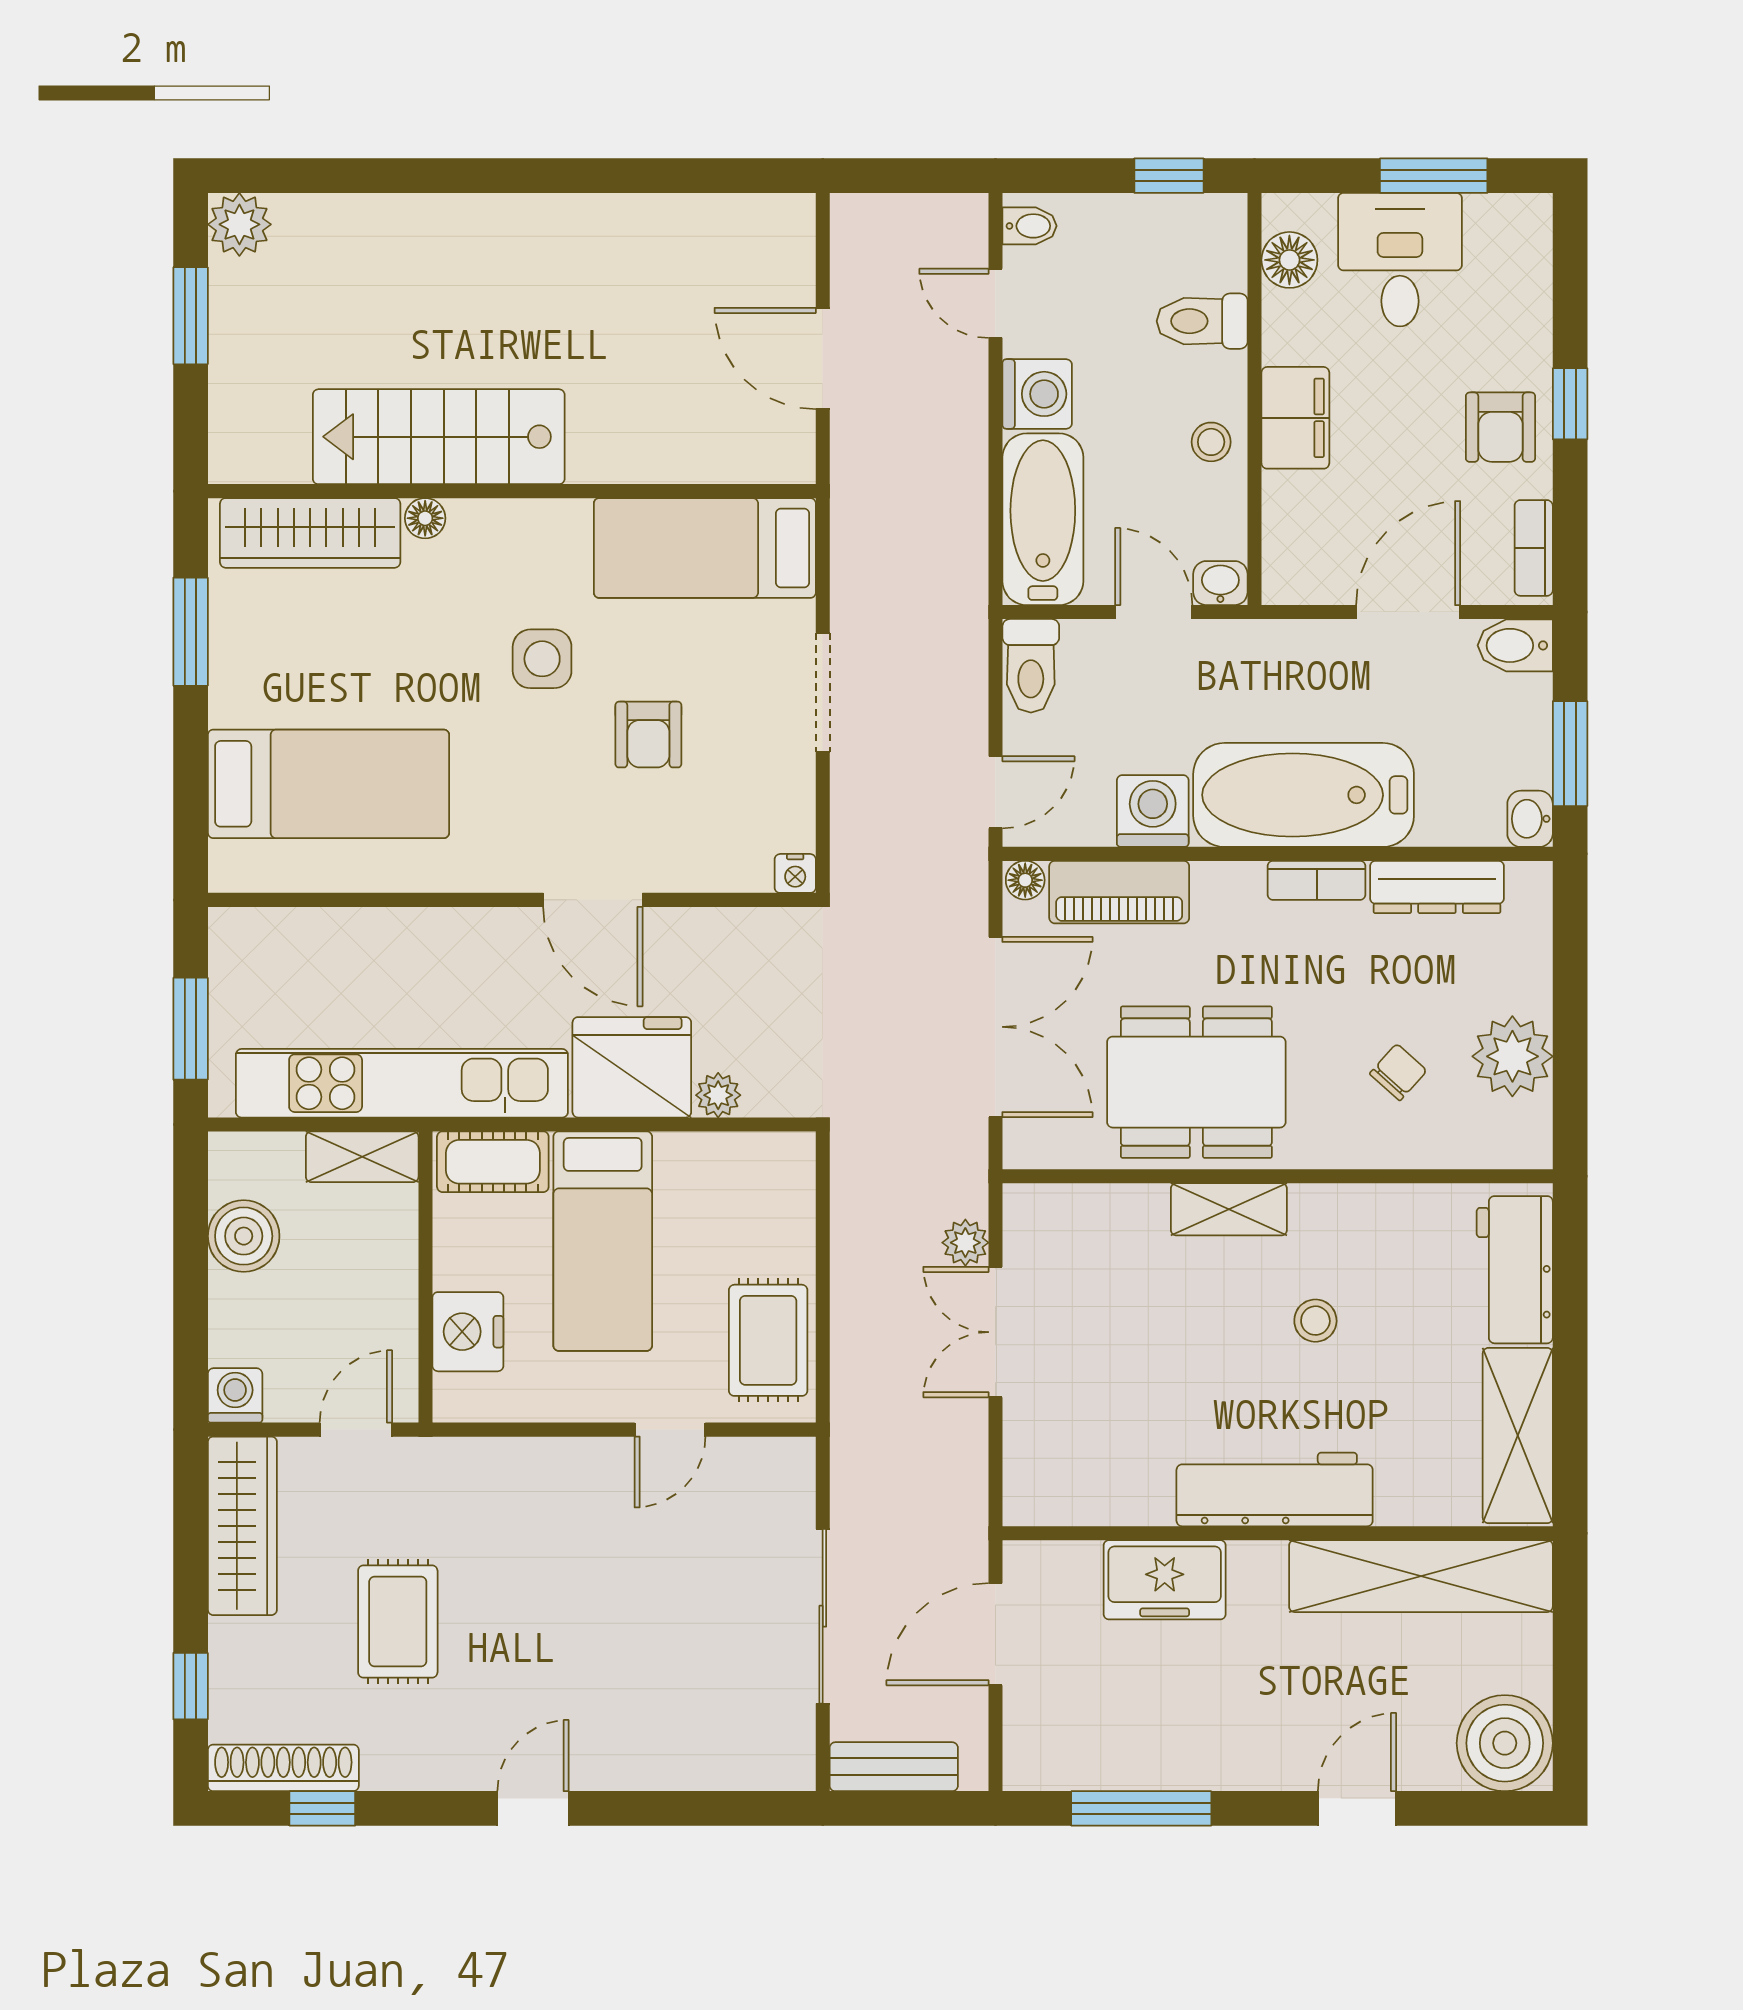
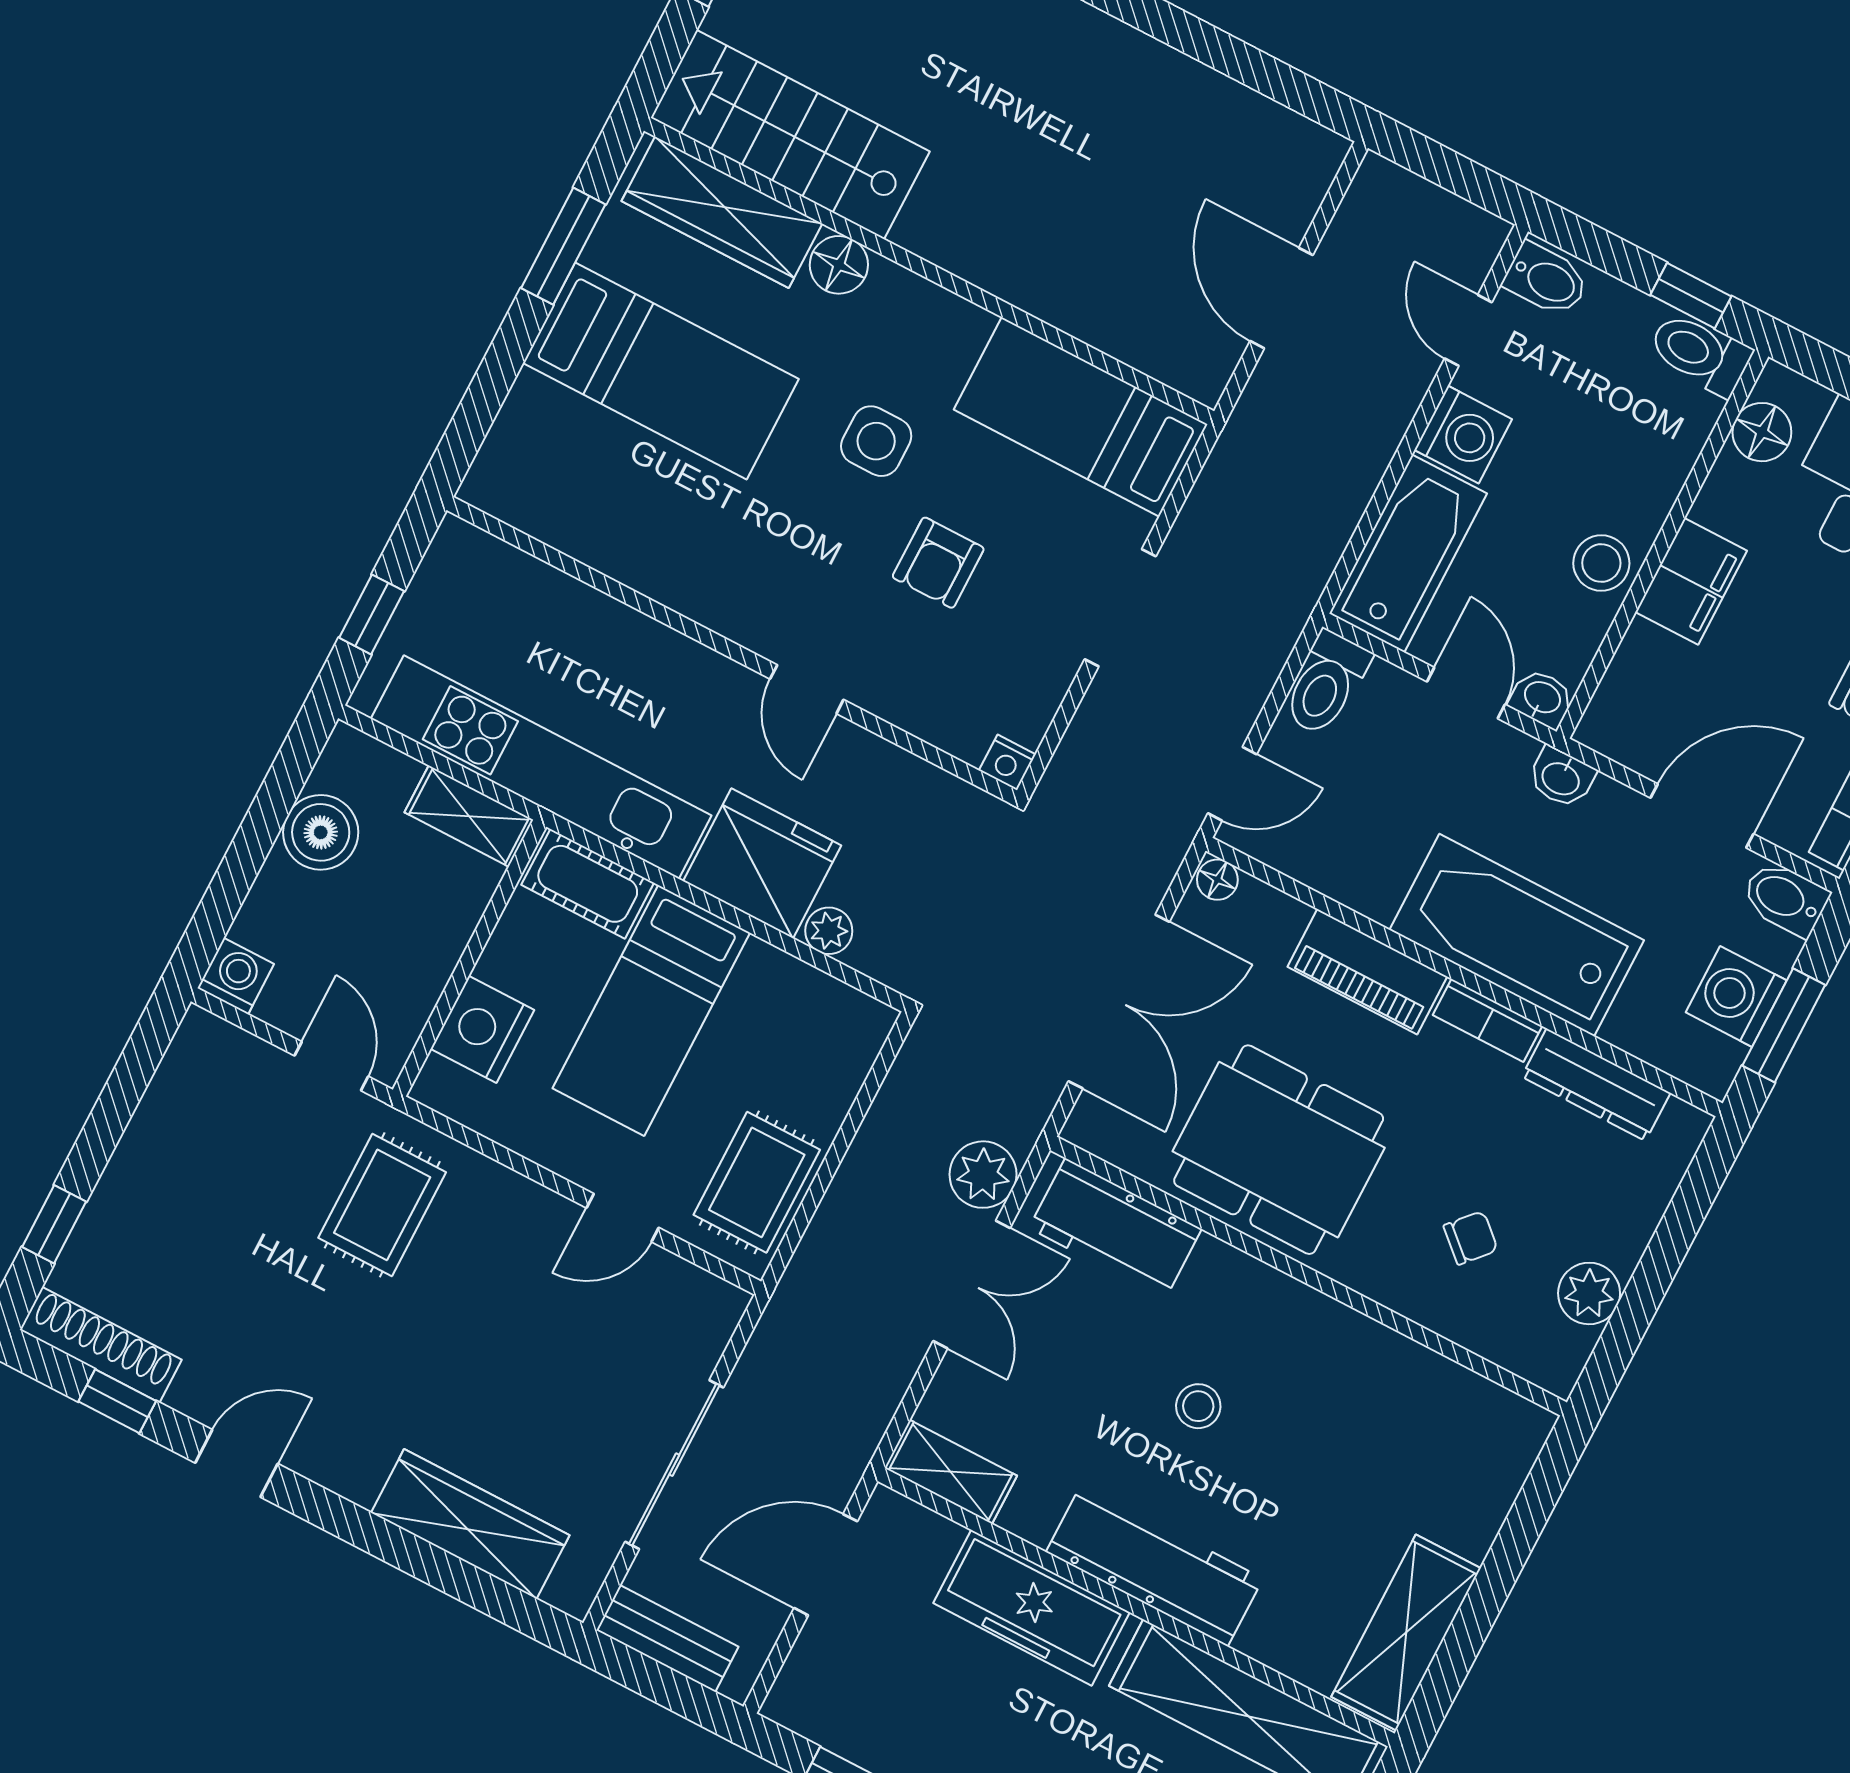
bidet: (1029, 226) -> (1546, 280), width x1.38, depth x1.36
toilet: (1202, 321) -> (1700, 353), moved
stairs: (439, 437) -> (790, 135), moved
stool: (1211, 442) -> (1601, 563), width x1.37, depth x1.37
floor lamp: (425, 518) -> (839, 265), width x1.37, depth x1.37
bed: (328, 784) -> (661, 371), moved
washing machine: (1153, 811) -> (1736, 996), moved, turned -90
washbasin: (1530, 819) -> (1561, 778), moved, turned -90
piano: (1119, 892) -> (1367, 972), moved
door: (593, 900) -> (807, 689), width x0.73
window: (191, 1029) -> (372, 614), width x0.67
plant: (1512, 1056) -> (1589, 1293), width x0.73, depth x0.73
shelving: (1229, 1209) -> (951, 1472), moved
plant: (965, 1243) -> (983, 1175), width x1.38, depth x1.38
workbench: (1515, 1270) -> (1115, 1229), moved, turned -90
stool: (1315, 1321) -> (1198, 1406), moved
double door: (995, 1332) -> (972, 1284), swing flipped
door: (356, 1430) -> (331, 1066), hinge flipped
wardrobe: (242, 1526) -> (470, 1524), moved, turned -90
freezer: (1165, 1580) -> (1032, 1608), width x1.40
rug: (398, 1621) -> (382, 1205), moved
door: (533, 1808) -> (236, 1463), moved

